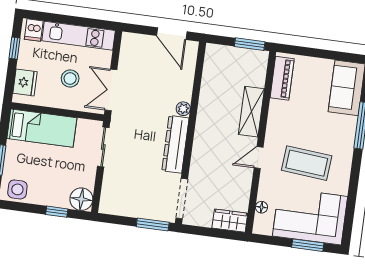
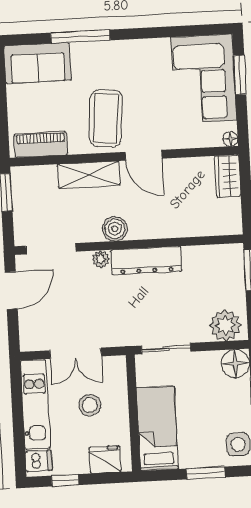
double door: (111, 90) -> (76, 353), moved
boiler: (205, 124) -> (115, 229), added
door: (259, 158) -> (143, 155), width x1.38
coffee table: (307, 163) -> (106, 118), moved
plant: (113, 197) -> (225, 325), added
doorway: (182, 199) -> (51, 249), moved
floor lamp: (261, 207) -> (230, 139), moved

